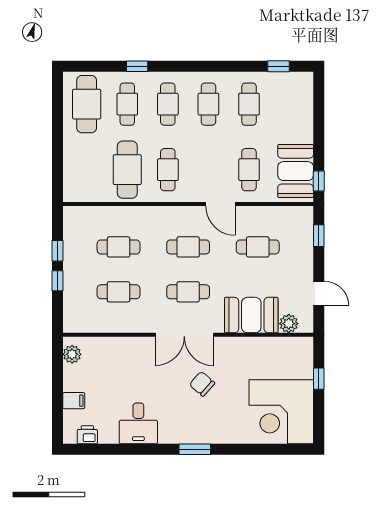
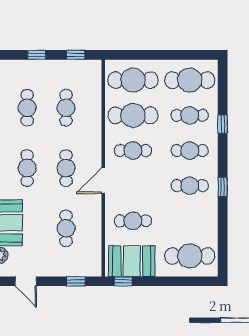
window: (278, 66) -> (223, 187), moved
cafe table: (249, 104) -> (190, 256), moved, width x1.37, depth x1.35
cafe table: (87, 170) -> (133, 80), added
door: (220, 204) -> (103, 181), moved
window: (57, 251) -> (76, 55), moved
door: (319, 293) -> (26, 281), hinge flipped

